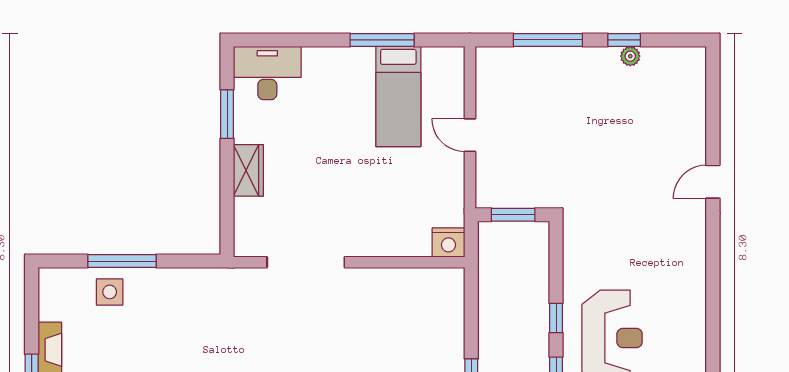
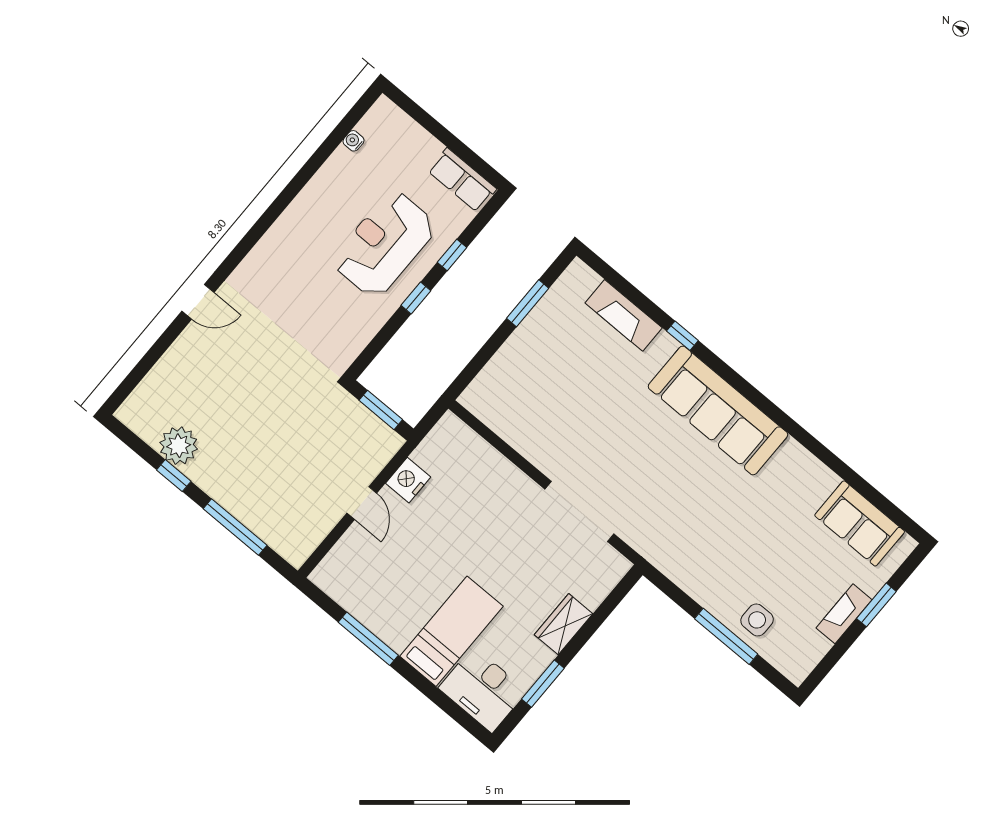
plant: (630, 56) -> (179, 446), width x1.88, depth x1.88
bed: (398, 96) -> (452, 631), moved
nightstand: (448, 243) -> (408, 480), moved, turned -90

